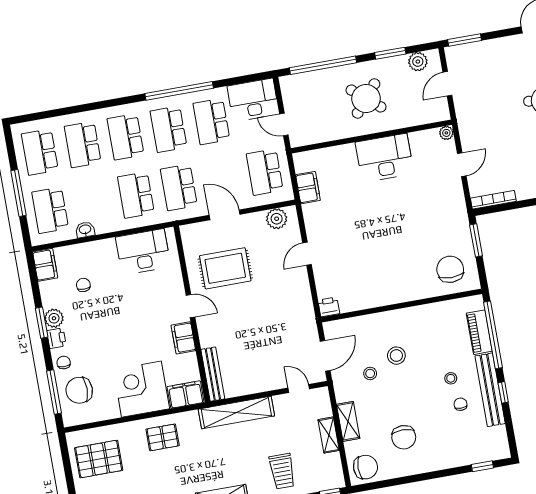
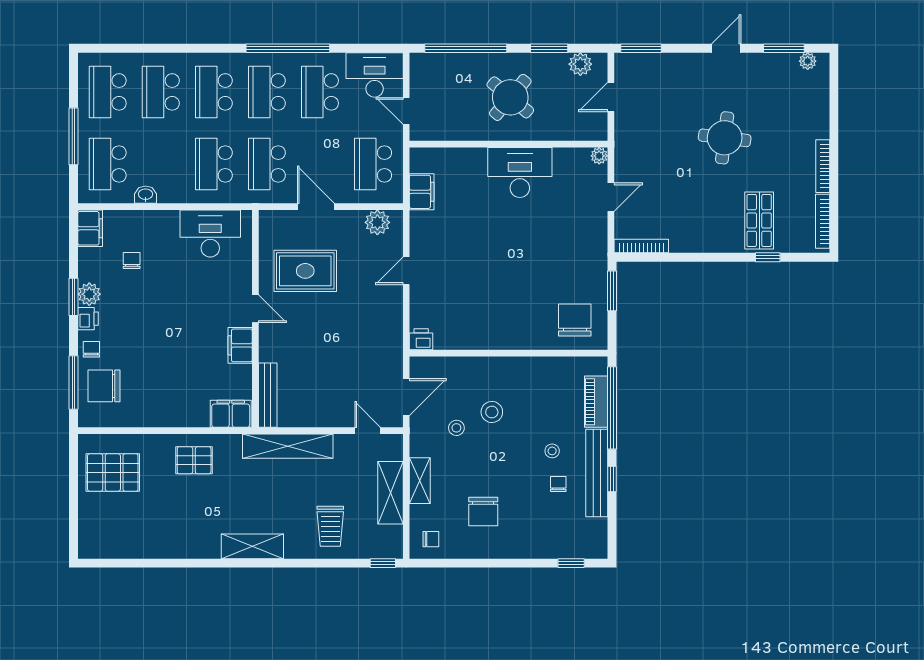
corner desk: (141, 389) -> (179, 398), removed
shelving: (329, 435) -> (390, 493), width x1.50, depth x1.33
chair: (365, 467) -> (431, 539), width x0.54, depth x0.54

